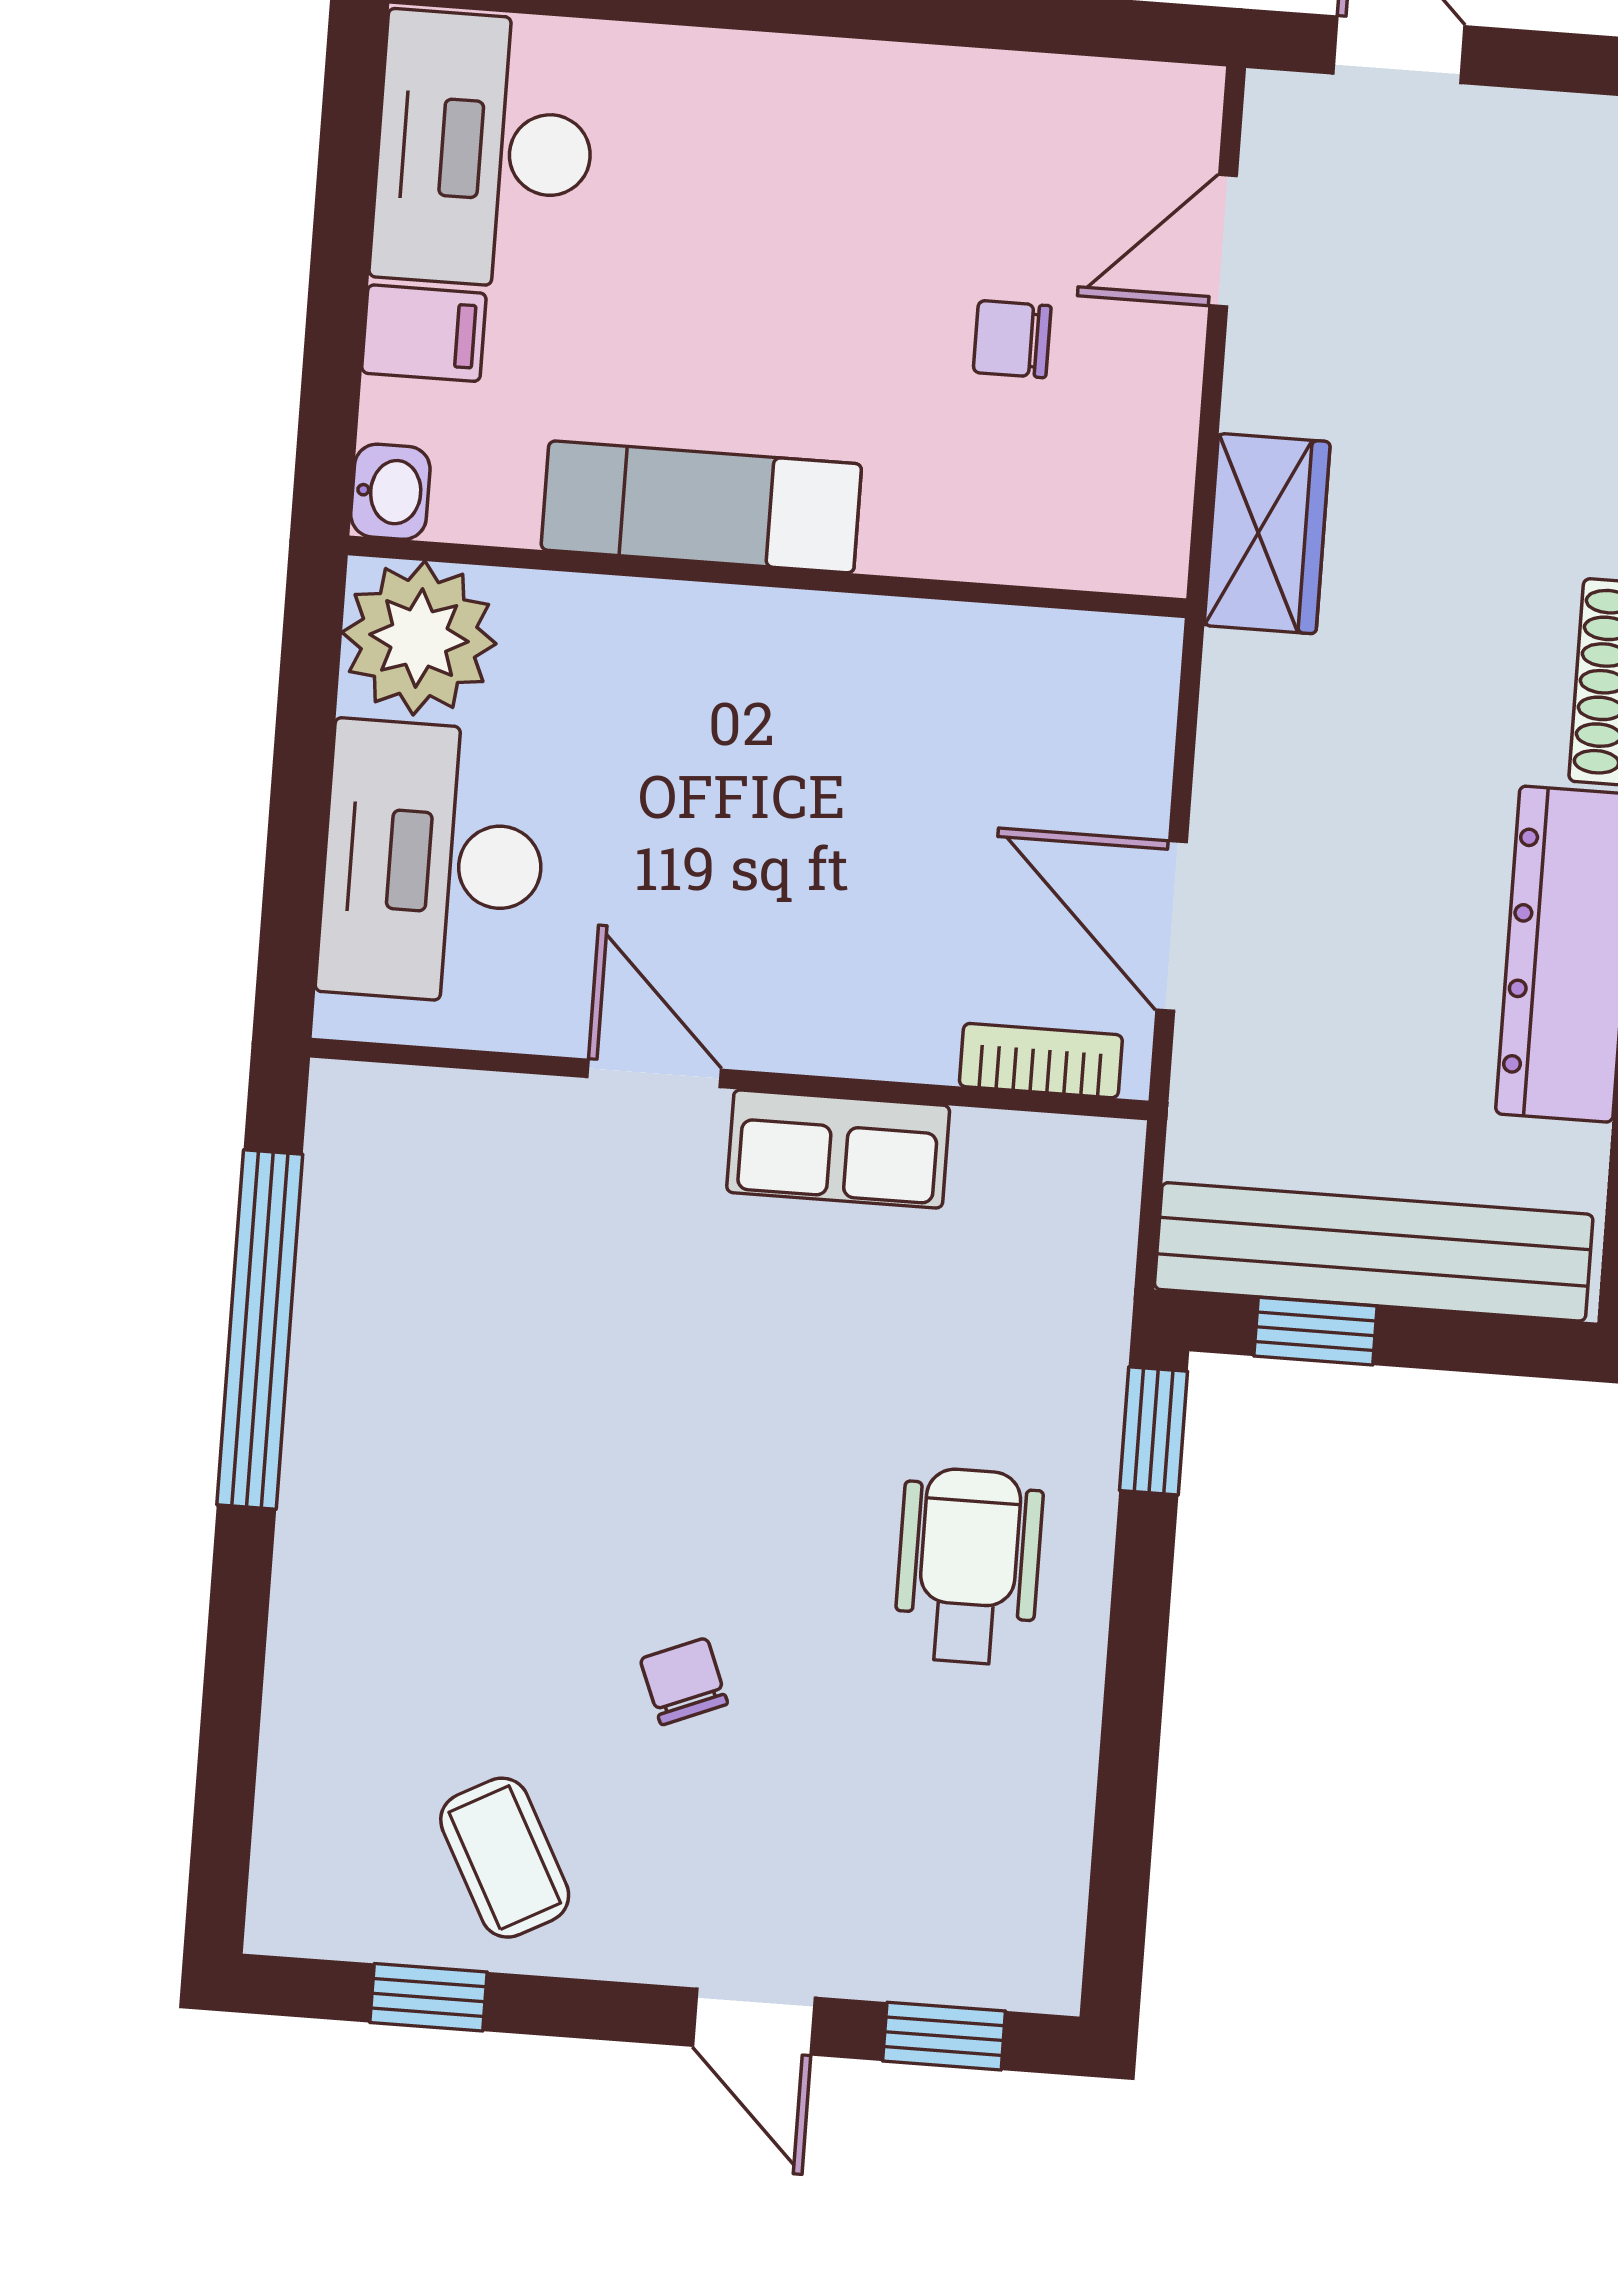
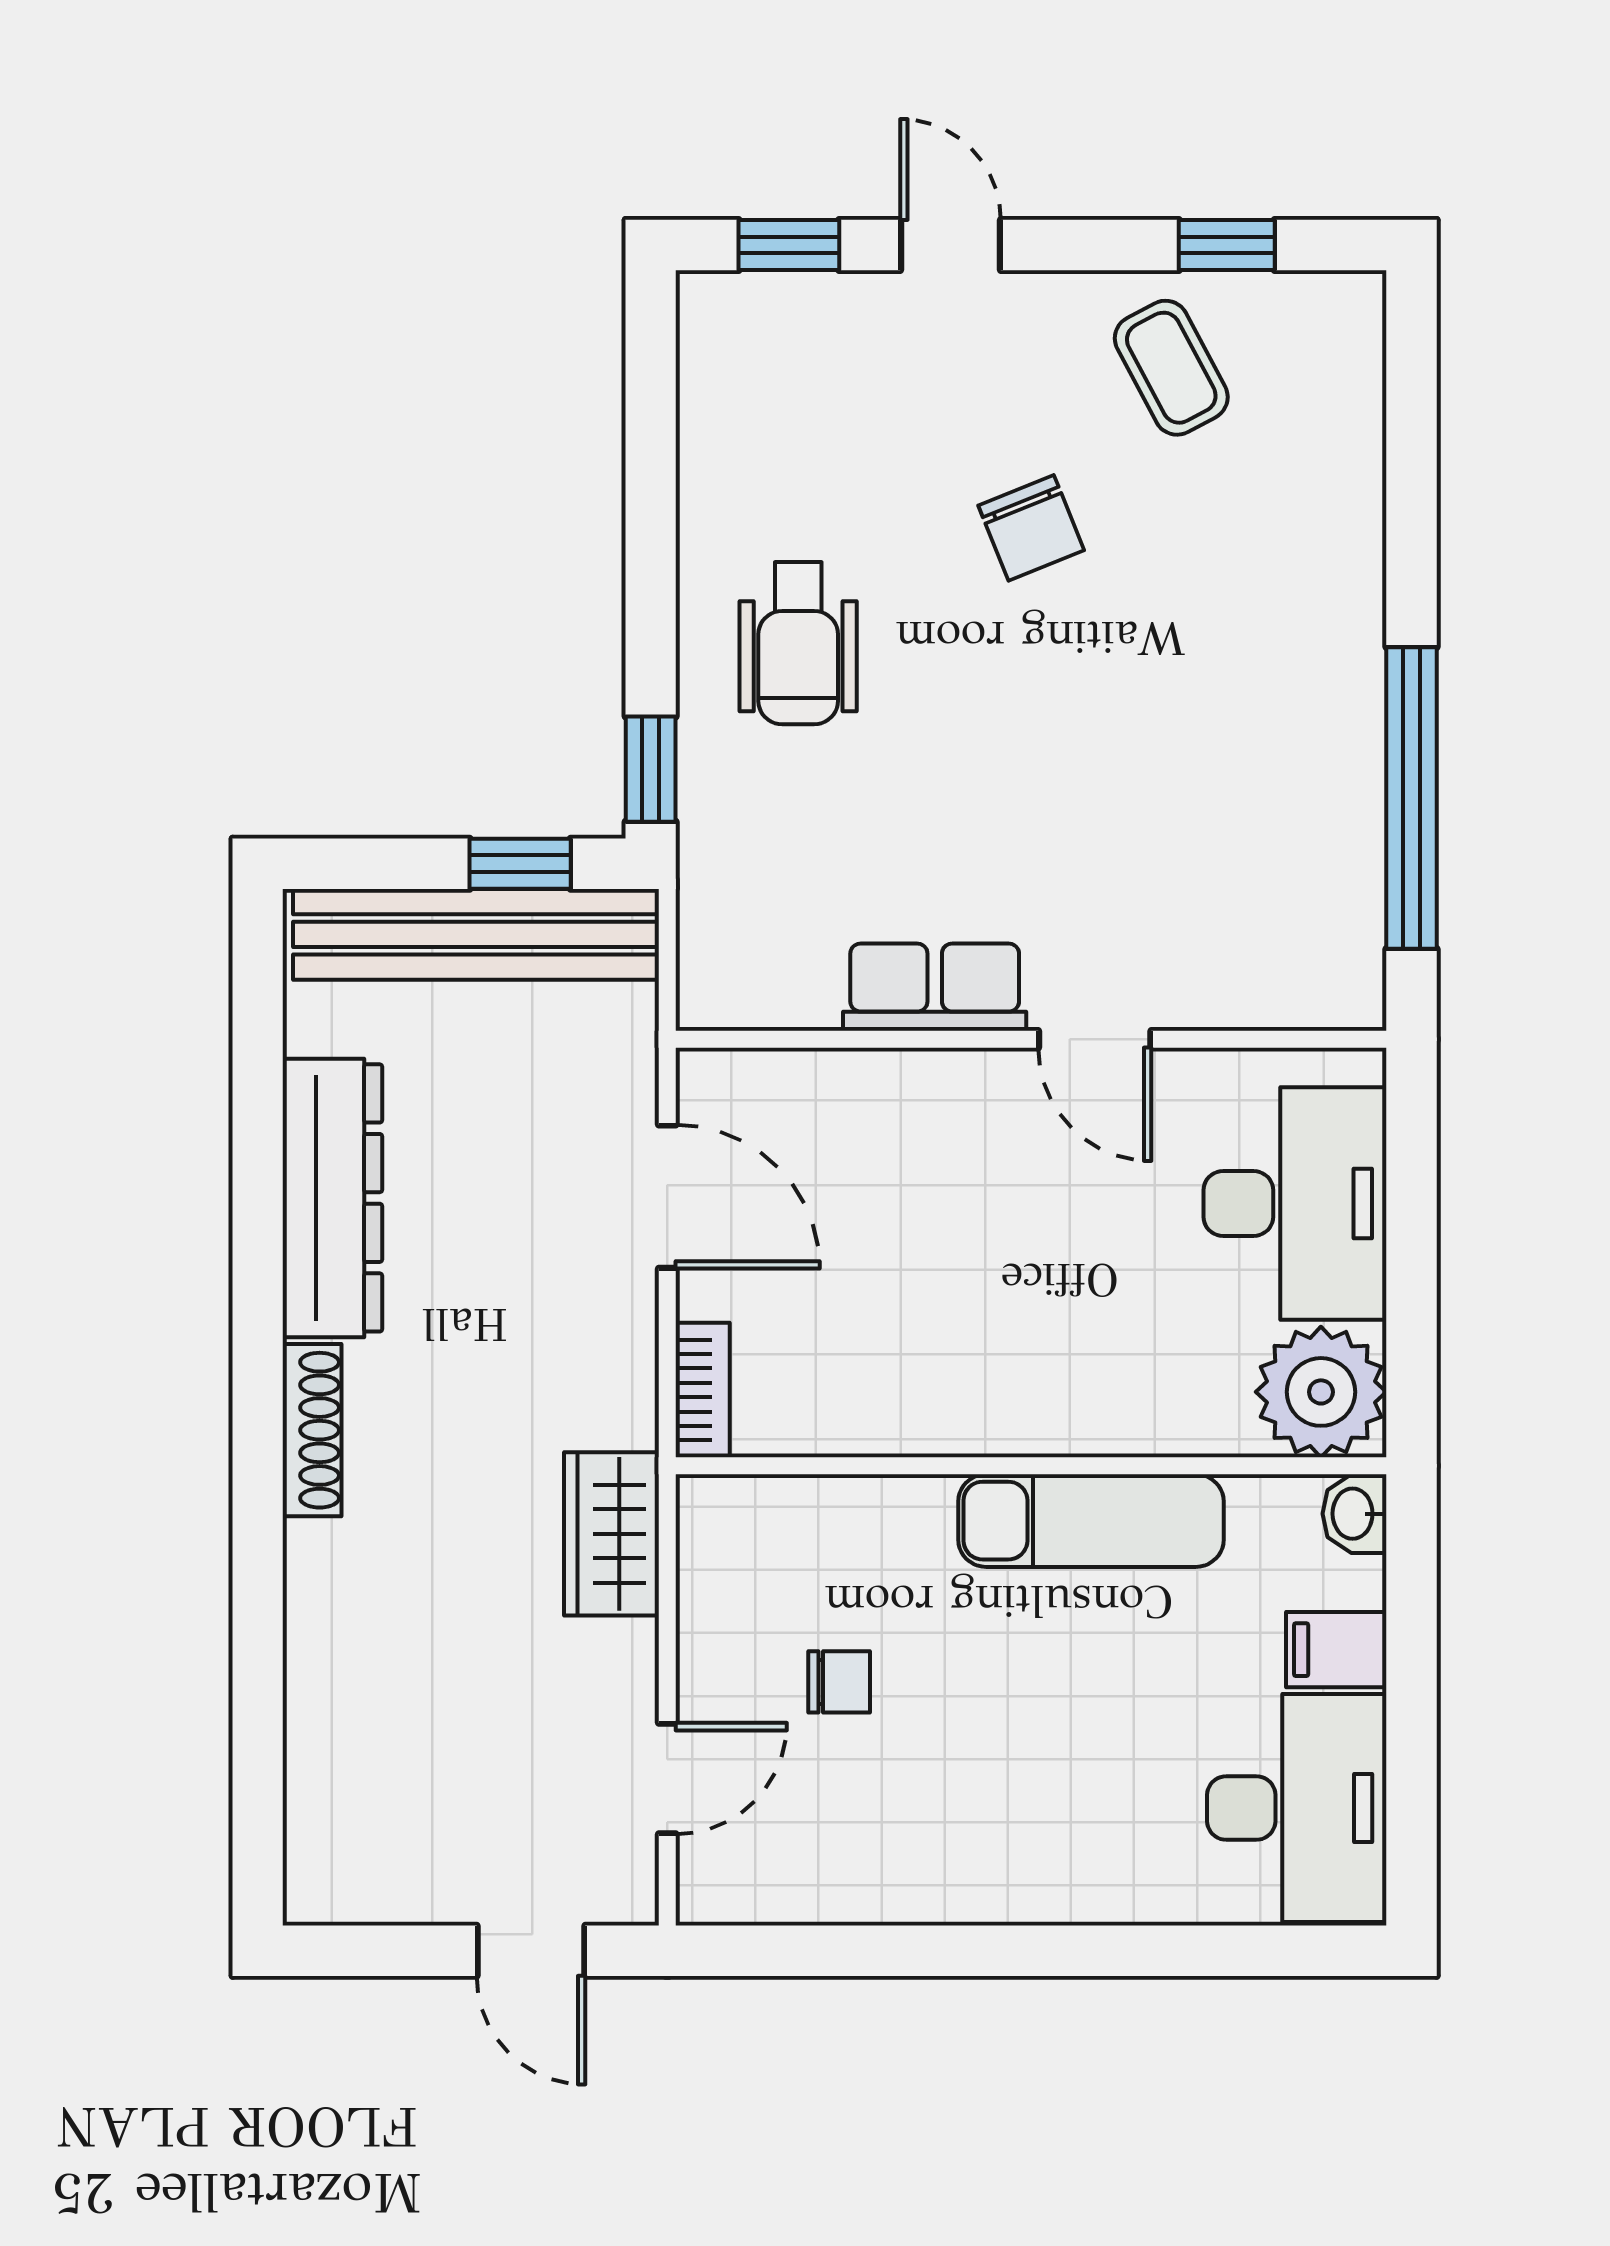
bookcase: (1041, 1061) -> (703, 1390), moved, turned -90
chair: (684, 1681) -> (1031, 528), width x1.37, depth x1.37

